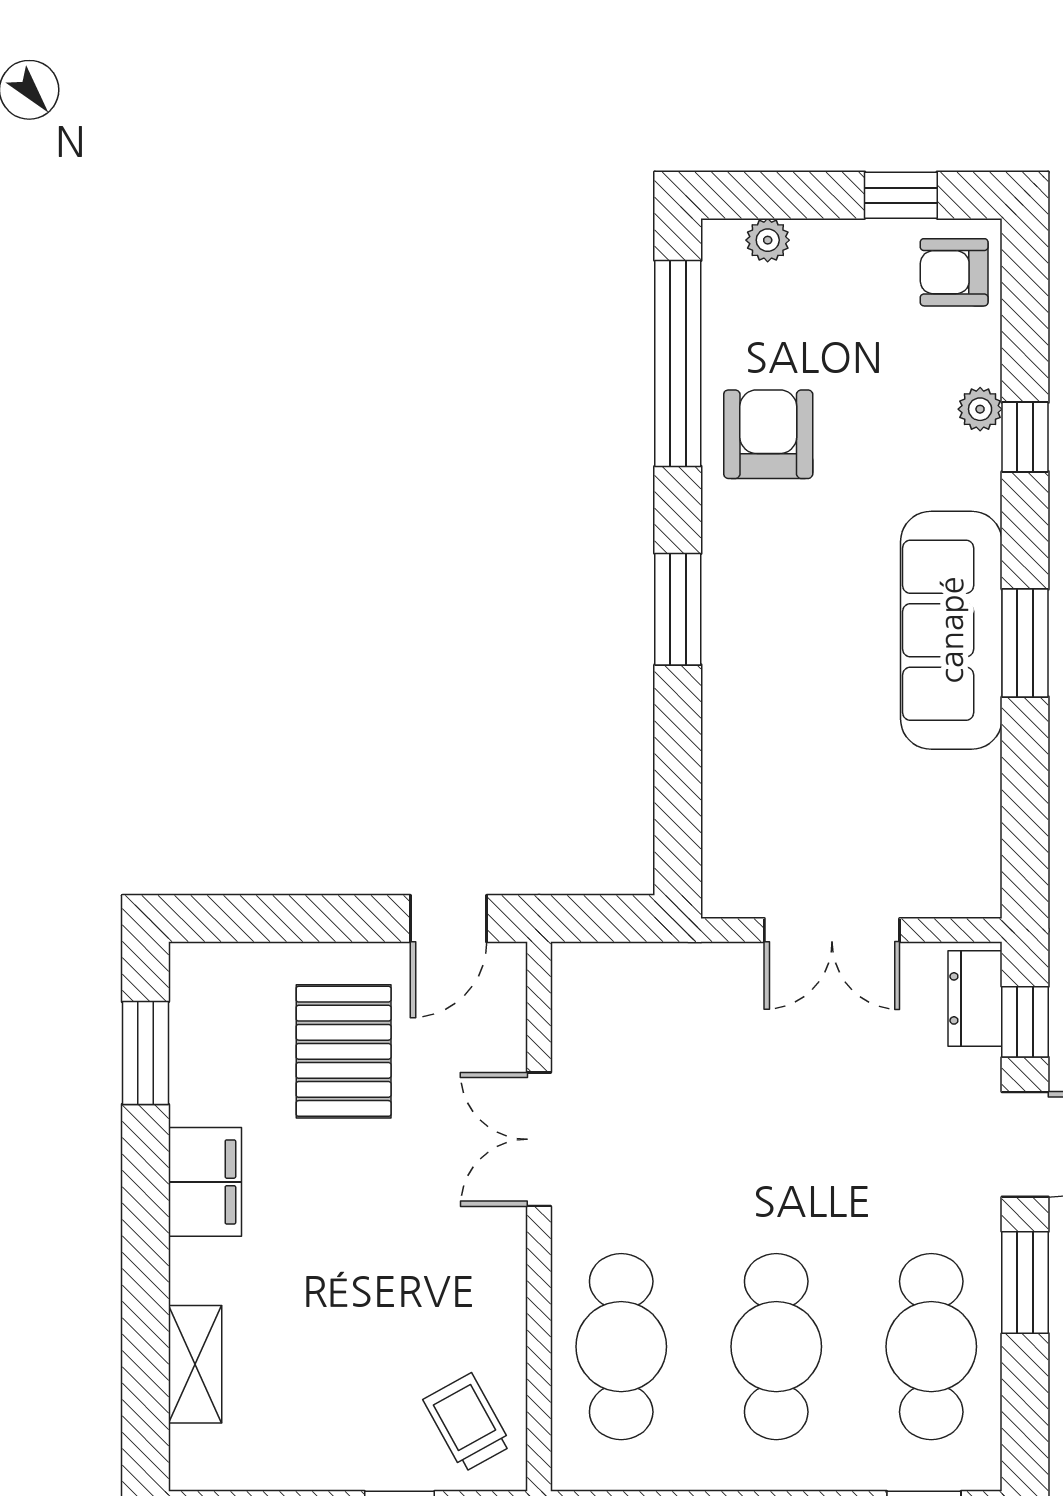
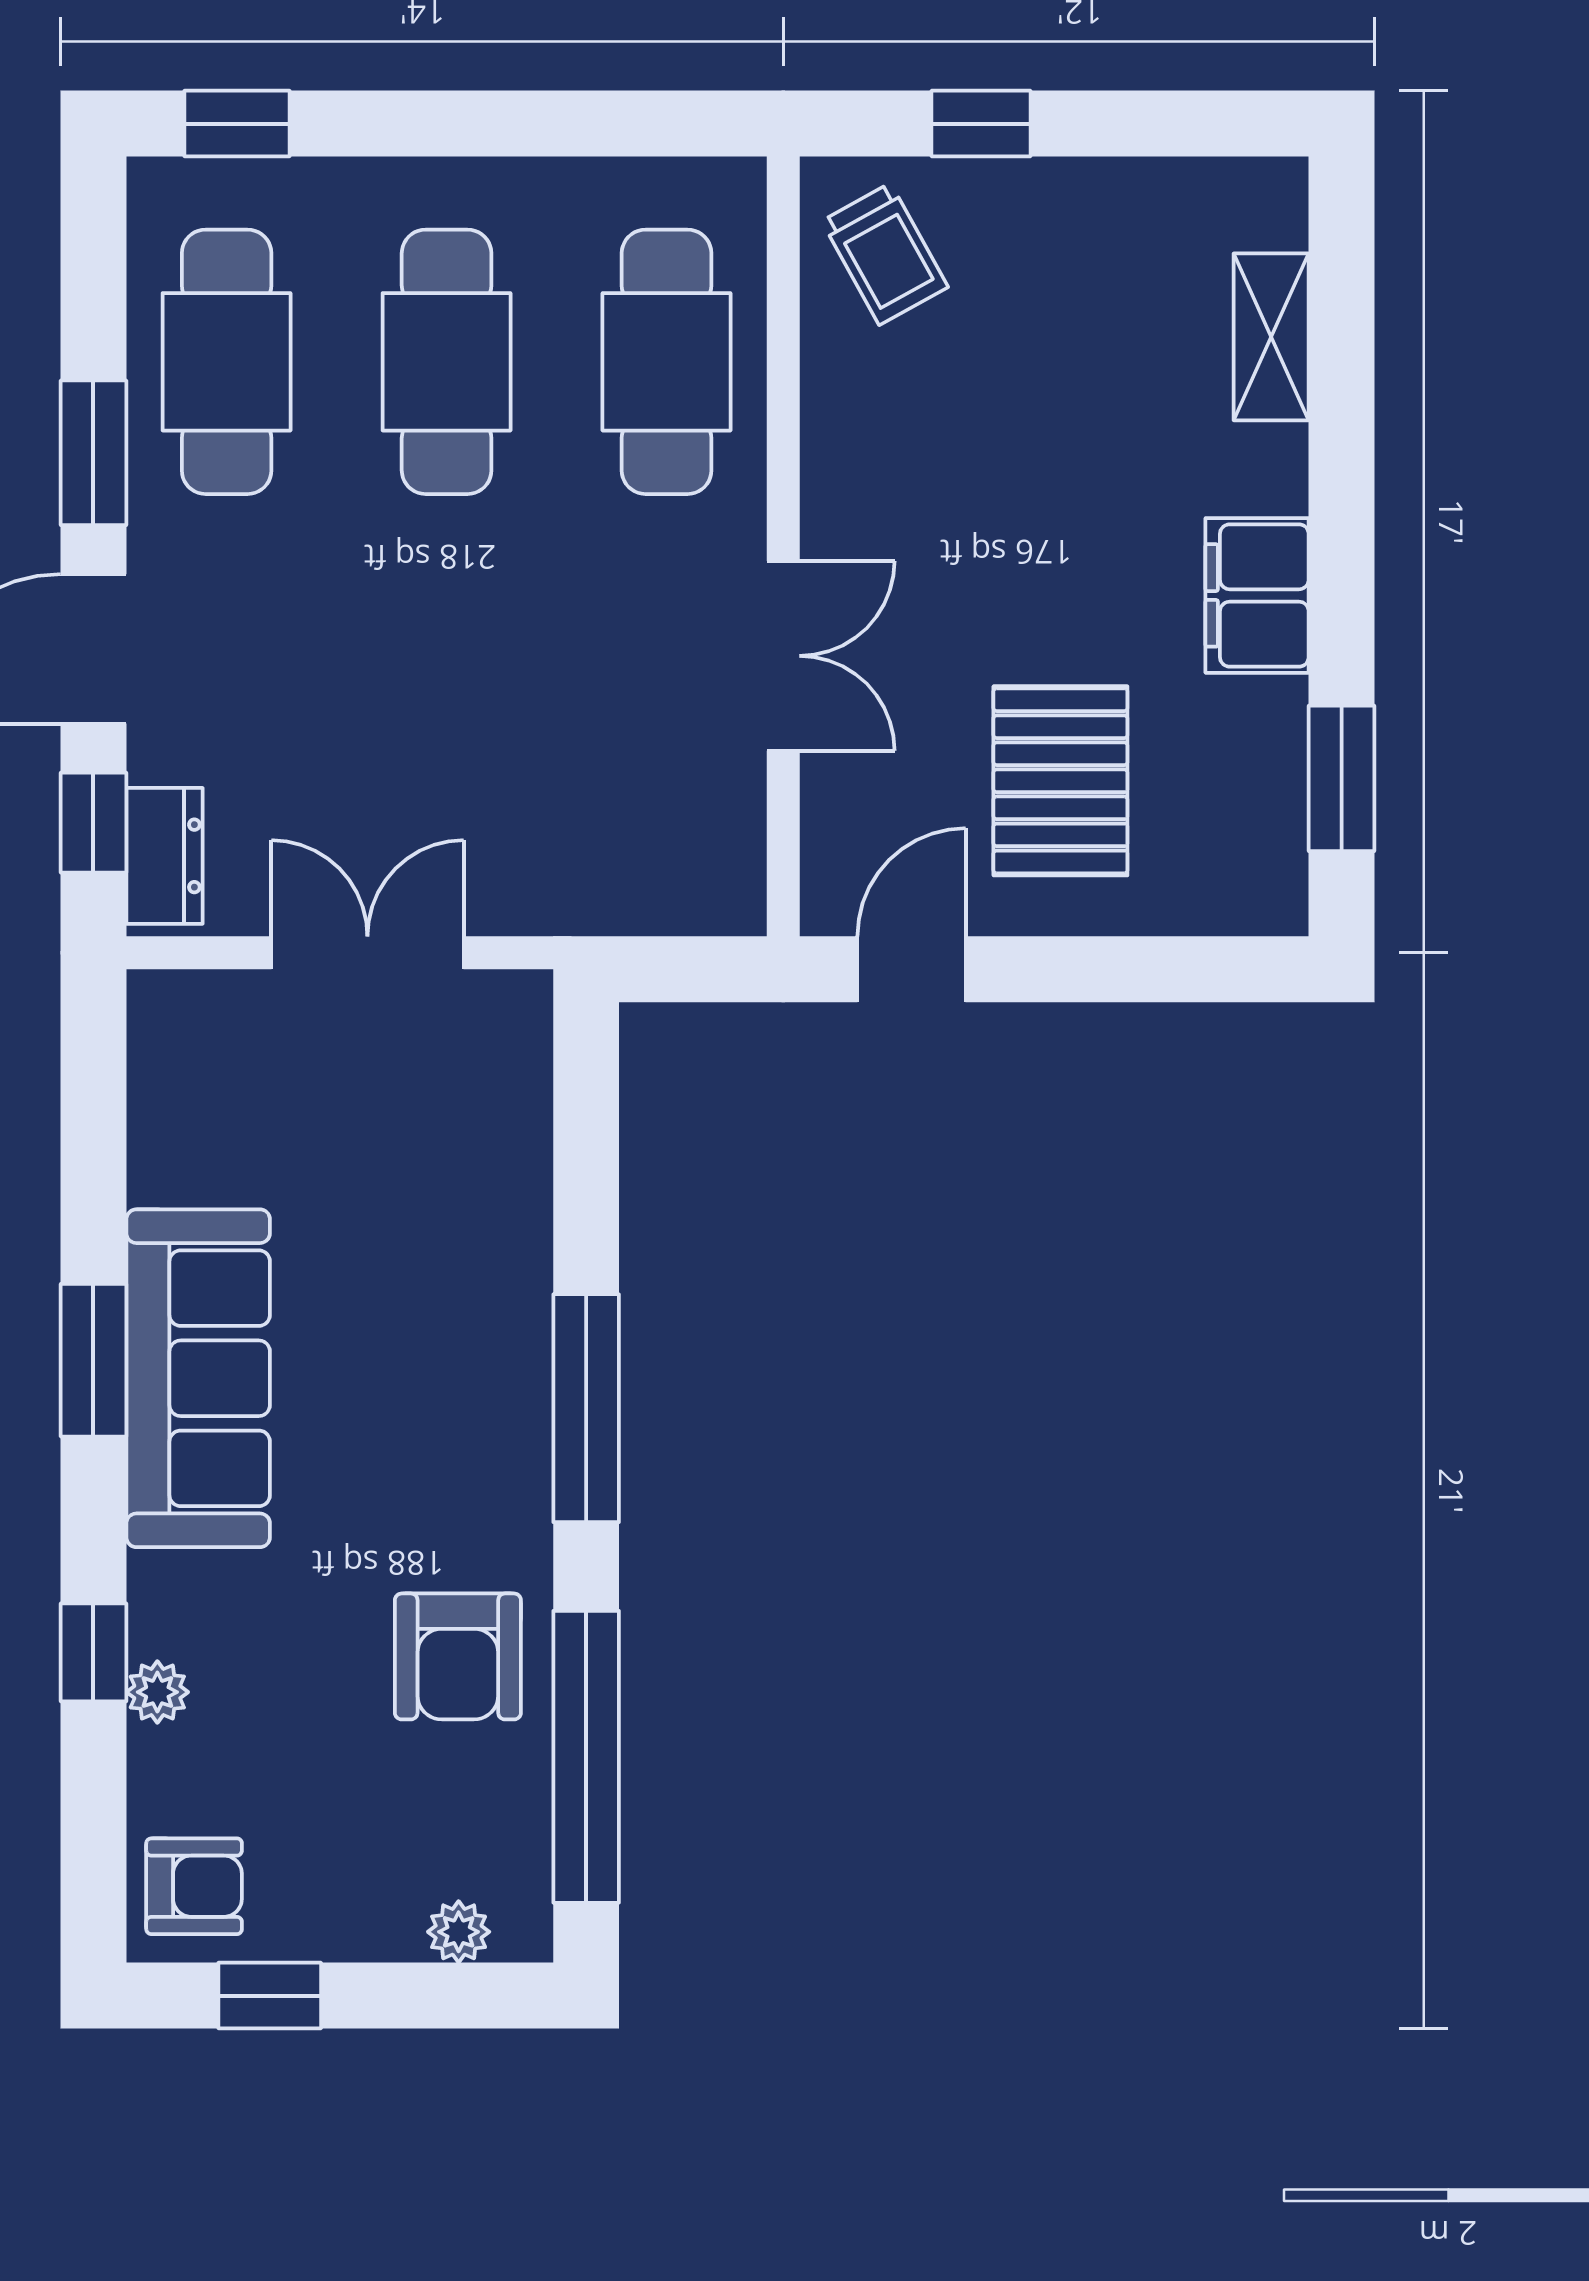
window: (678, 609) -> (586, 1408), width x1.44

